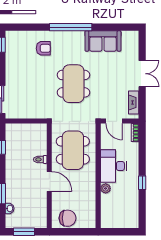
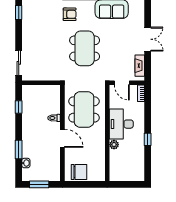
armchair: (43, 48) -> (70, 14), moved

